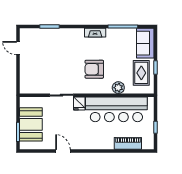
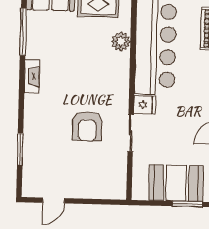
armchair: (94, 69) -> (87, 126), moved

